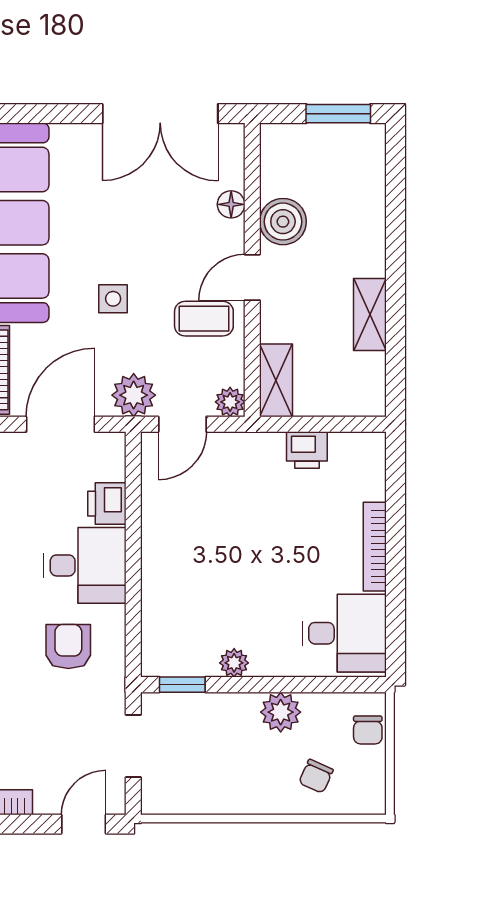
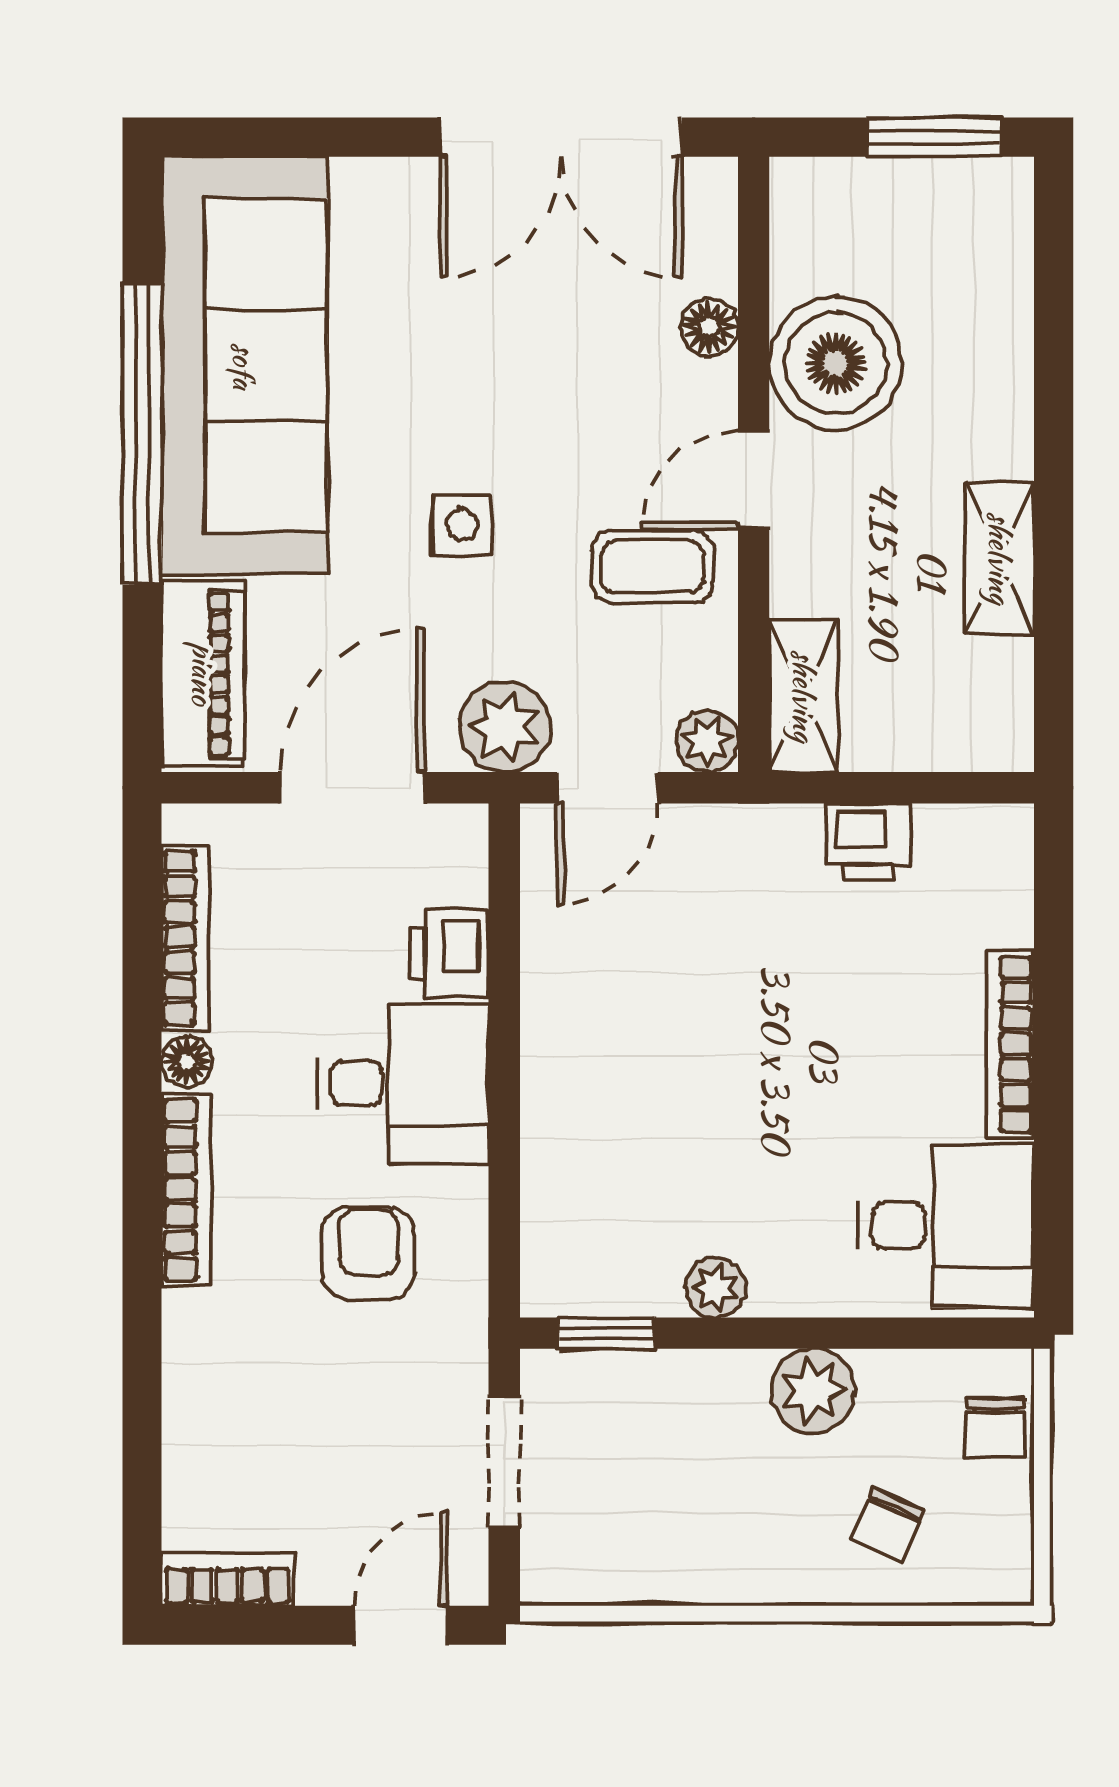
boiler: (283, 222) -> (836, 363), width x1.37, depth x1.37

